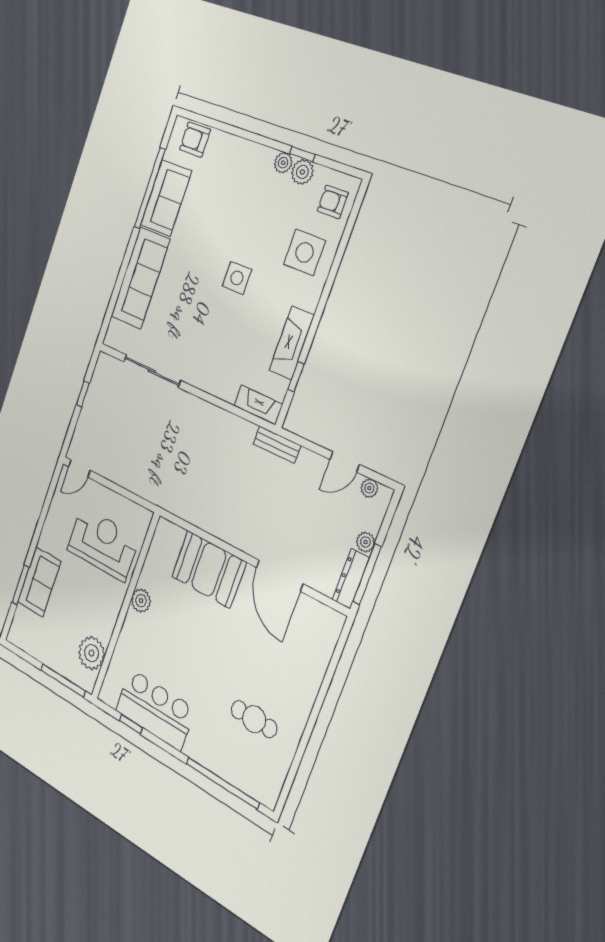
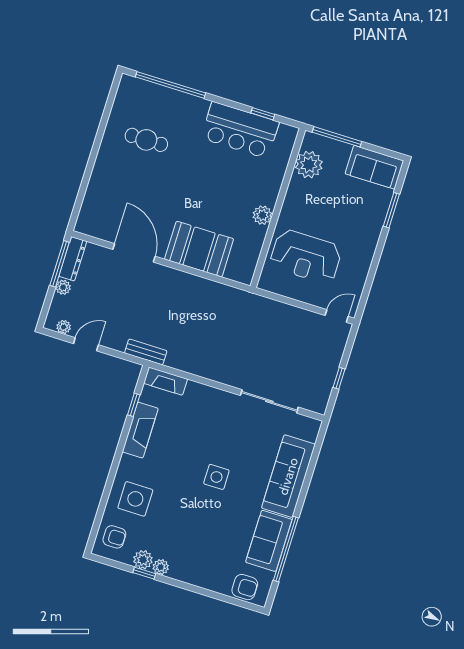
side table: (237, 278) -> (216, 477), moved
sofa: (39, 582) -> (374, 167), moved, turned -90

